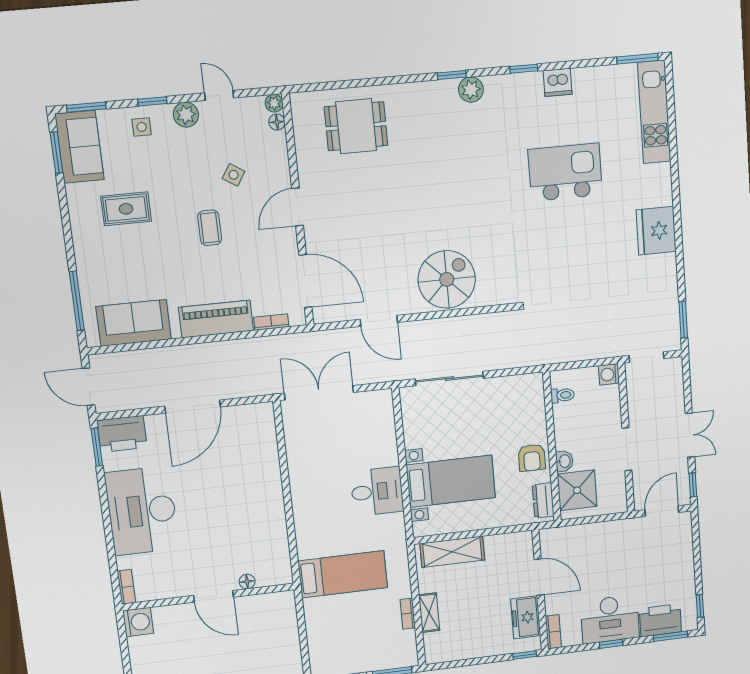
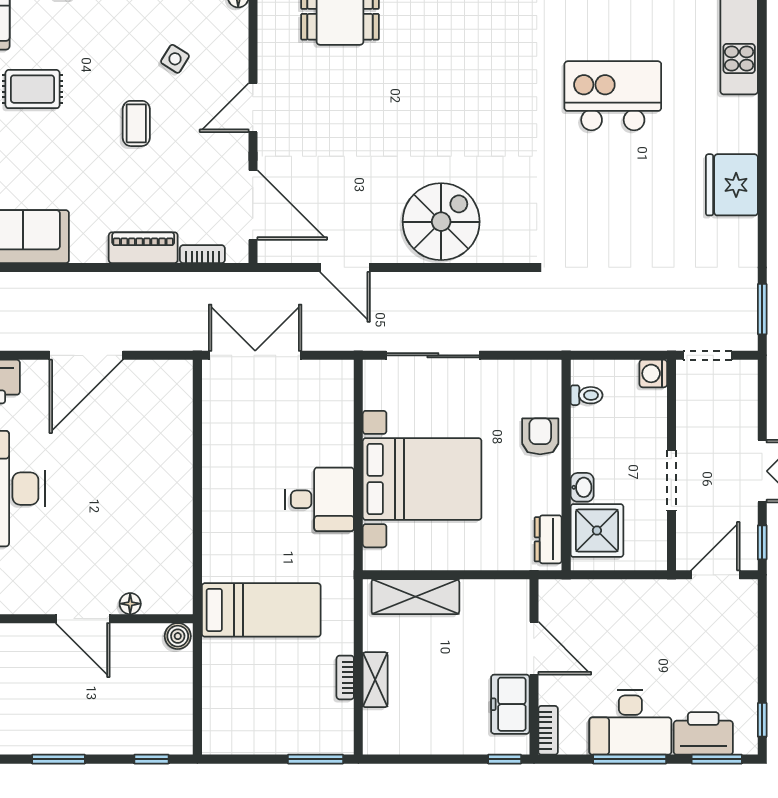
piano: (216, 319) -> (143, 248), width x0.73, depth x0.75
armchair: (532, 458) -> (540, 436), moved, turned 180
bed with nightstands: (451, 481) -> (422, 479), width x1.36
boiler: (284, 600) -> (178, 636), added
window: (611, 644) -> (630, 759), width x2.17

